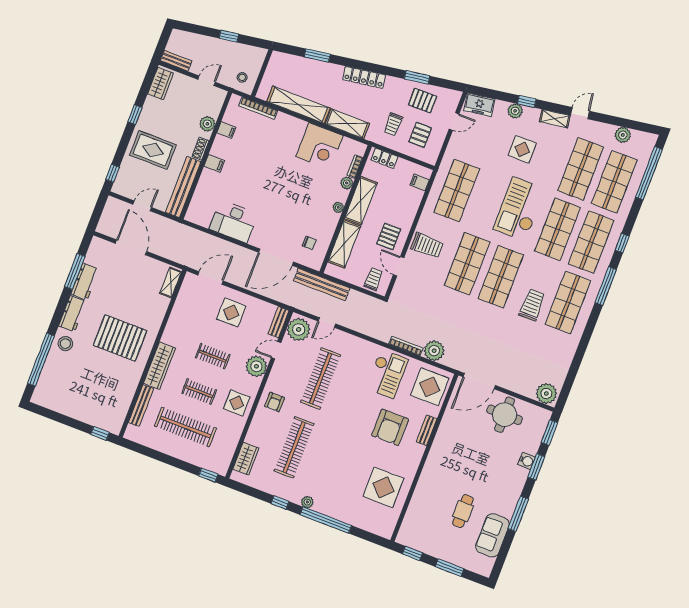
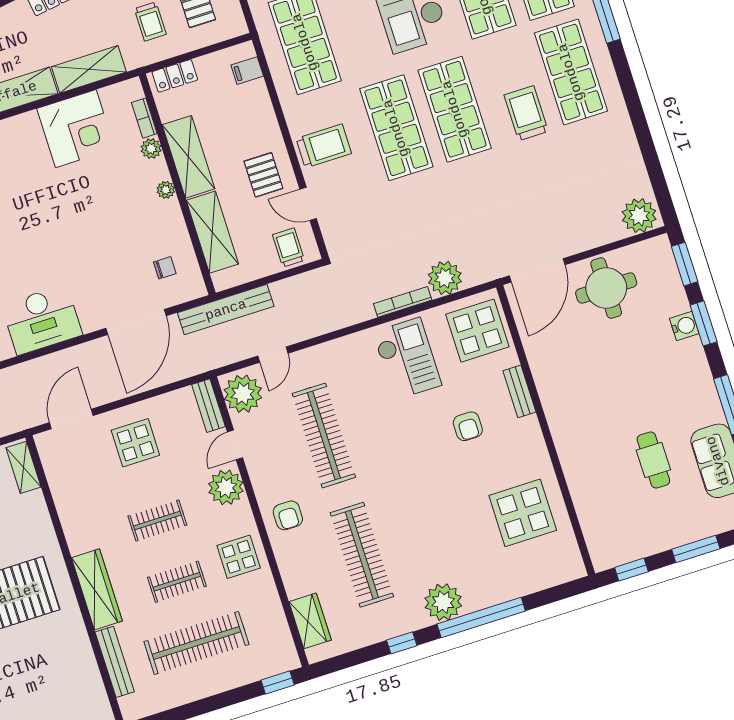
armchair: (390, 427) -> (468, 426), width x0.53, depth x0.53
plant: (307, 502) -> (443, 602), width x1.88, depth x1.88

